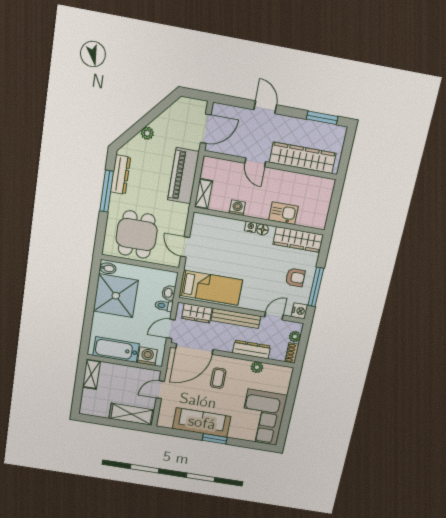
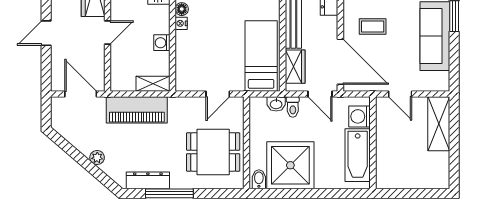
shelving: (91, 374) -> (395, 180), removed

